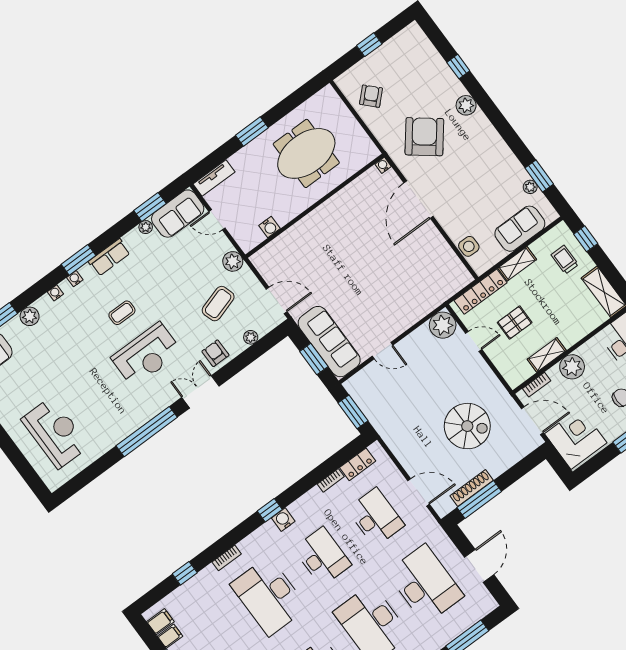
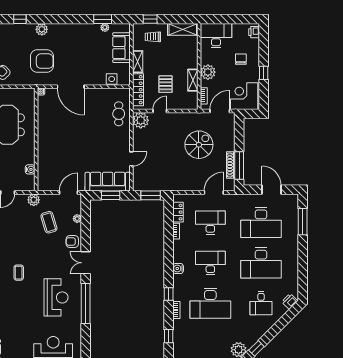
armchair: (424, 137) -> (42, 61), turned 142
cafe table: (430, 290) -> (119, 114), added
reception desk: (146, 355) -> (56, 297), moved
window: (270, 510) -> (169, 294), moved
desk: (425, 584) -> (261, 223), turned 180

